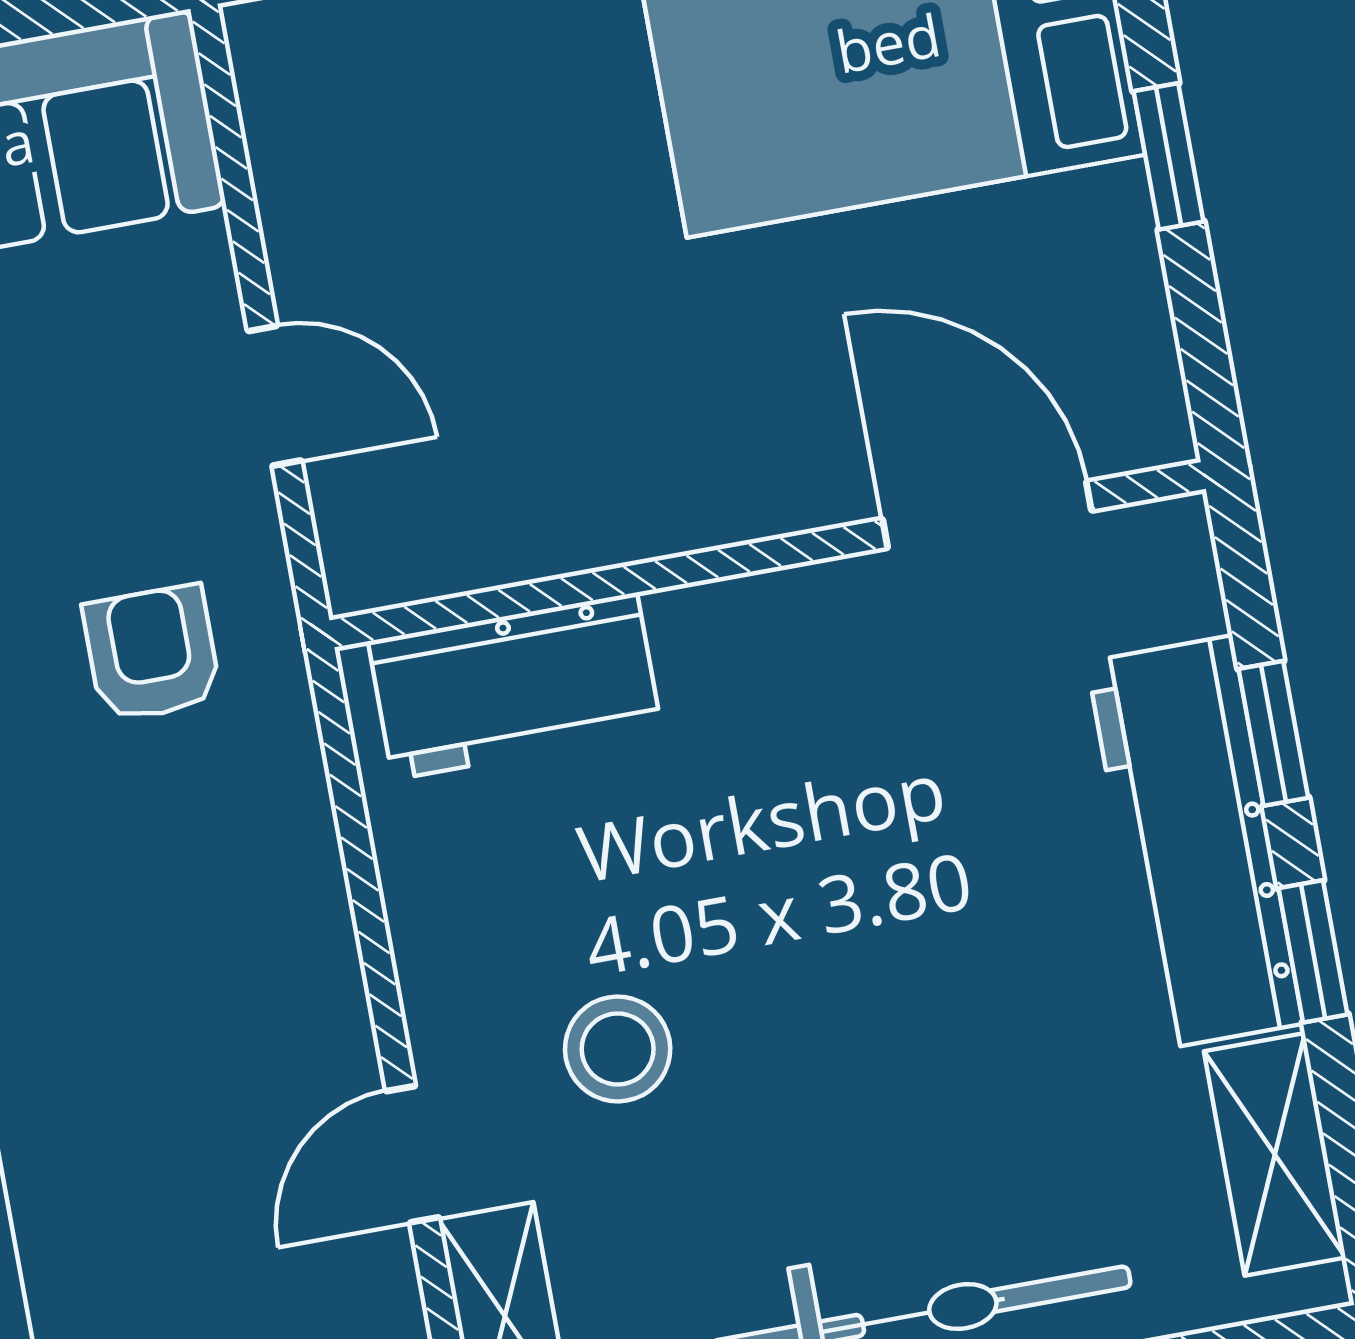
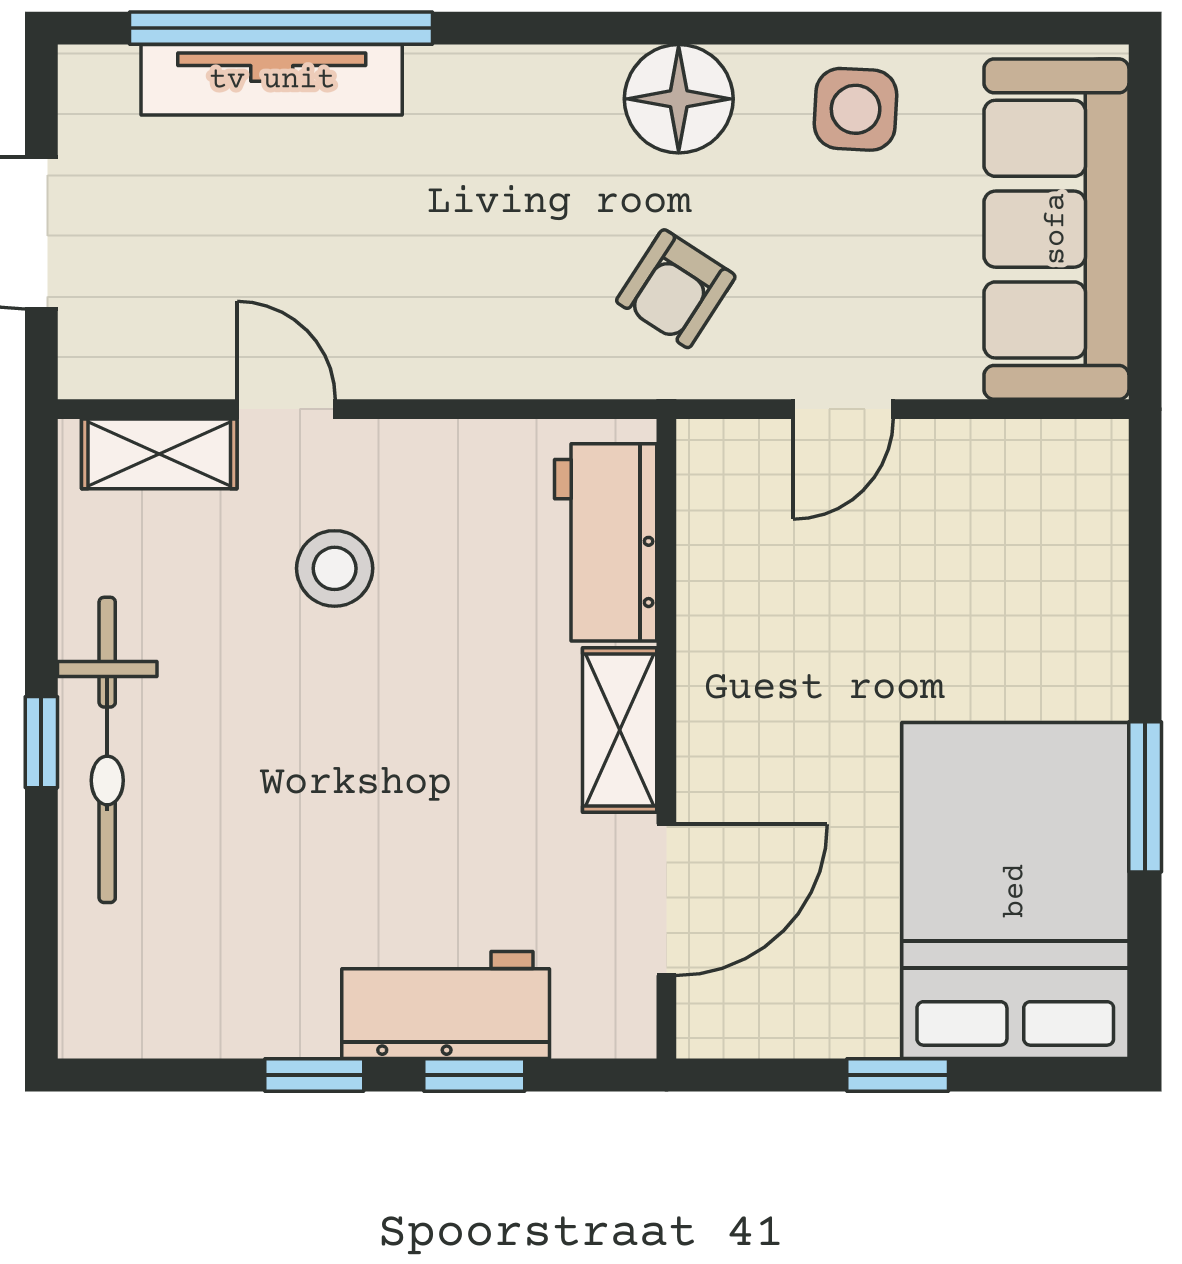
armchair: (152, 653) -> (676, 289), turned 123
workbench: (1195, 843) -> (446, 1005), width x0.73
shelving: (1275, 1154) -> (620, 730), moved, turned 90

